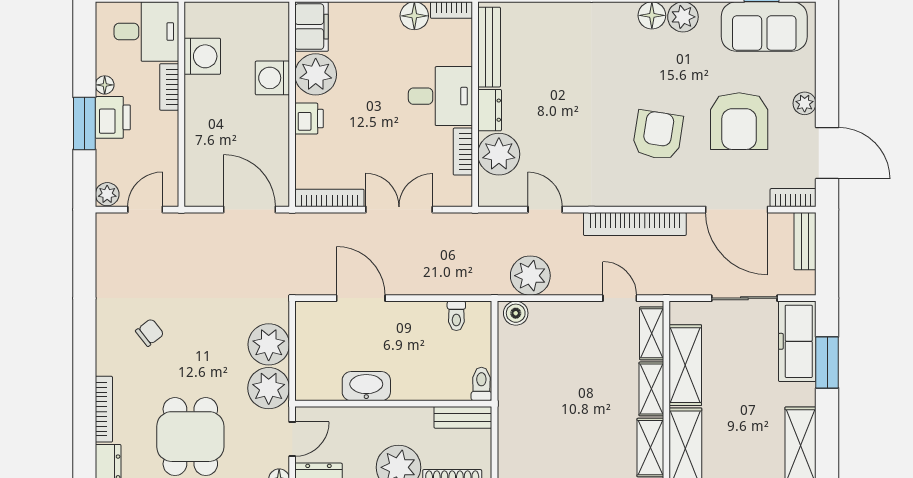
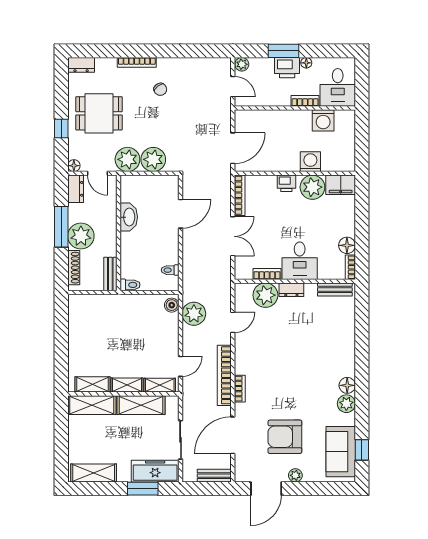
bench: (489, 47) -> (335, 289), width x0.73
armchair: (658, 135) -> (277, 389), removed
bookcase: (793, 198) -> (240, 389), moved
bookcase: (104, 409) -> (137, 62), moved

